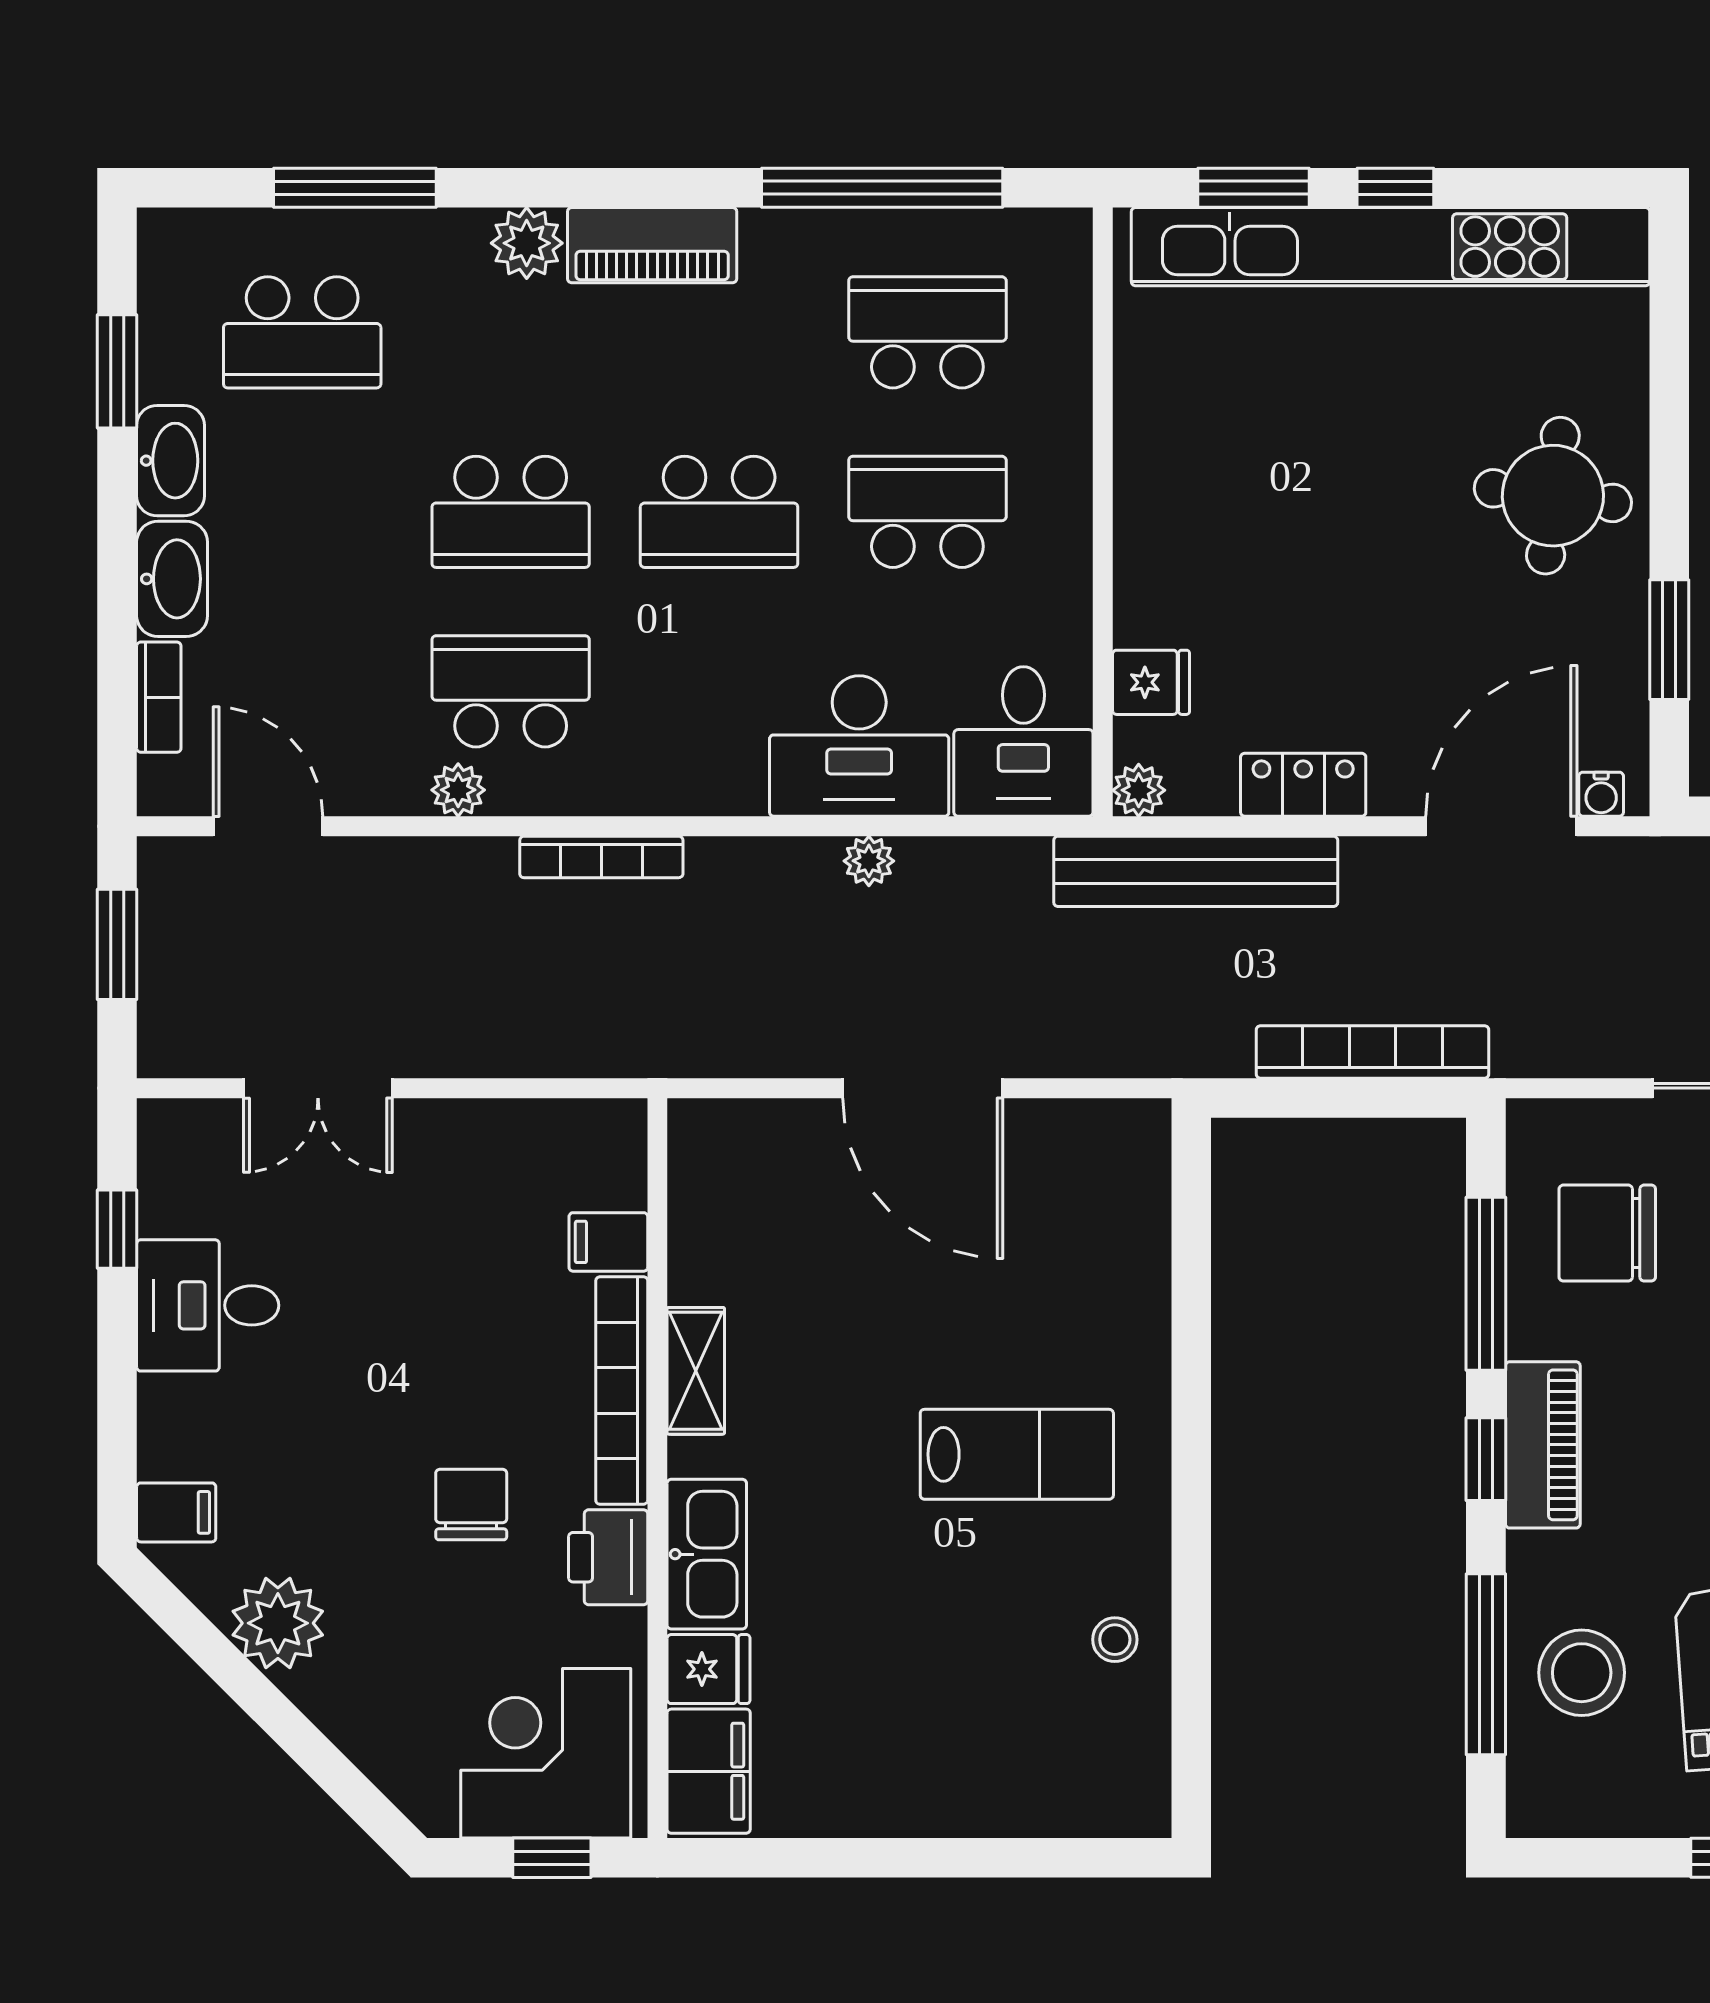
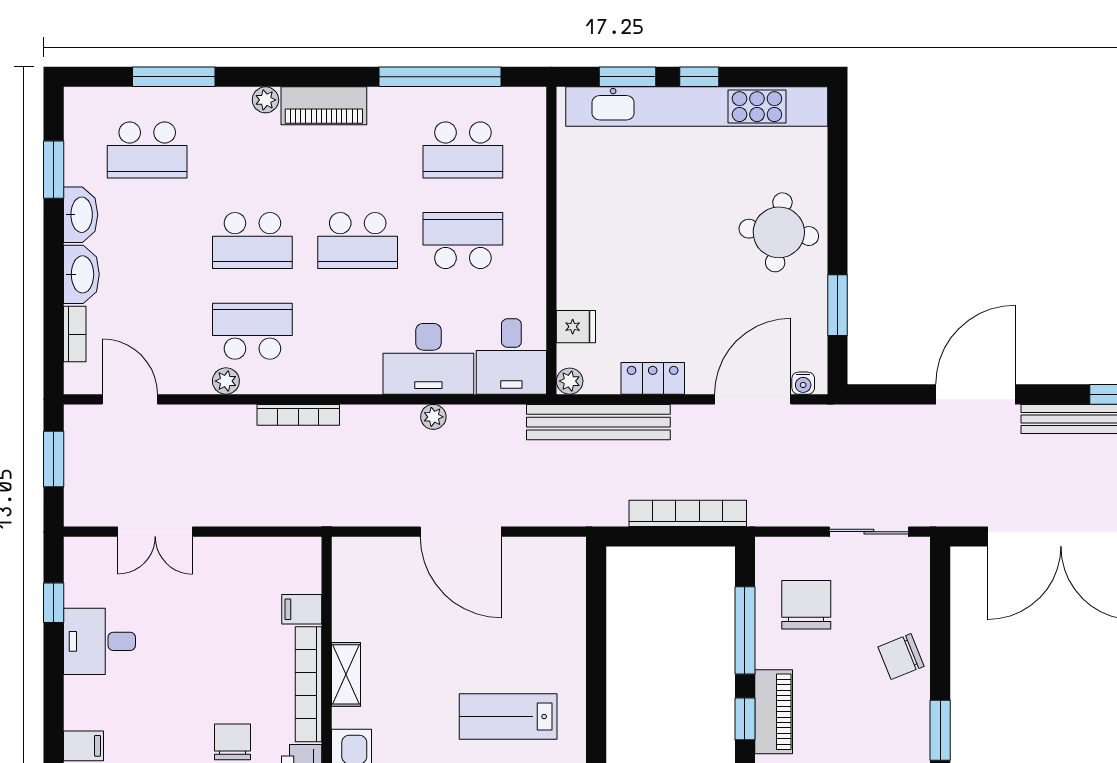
plant: (527, 243) -> (265, 100), width x0.73, depth x0.73
school desk: (927, 332) -> (463, 150), turned 180
chair: (1607, 1233) -> (806, 605), turned 90
lab bench: (1017, 1454) -> (508, 717), turned 180

